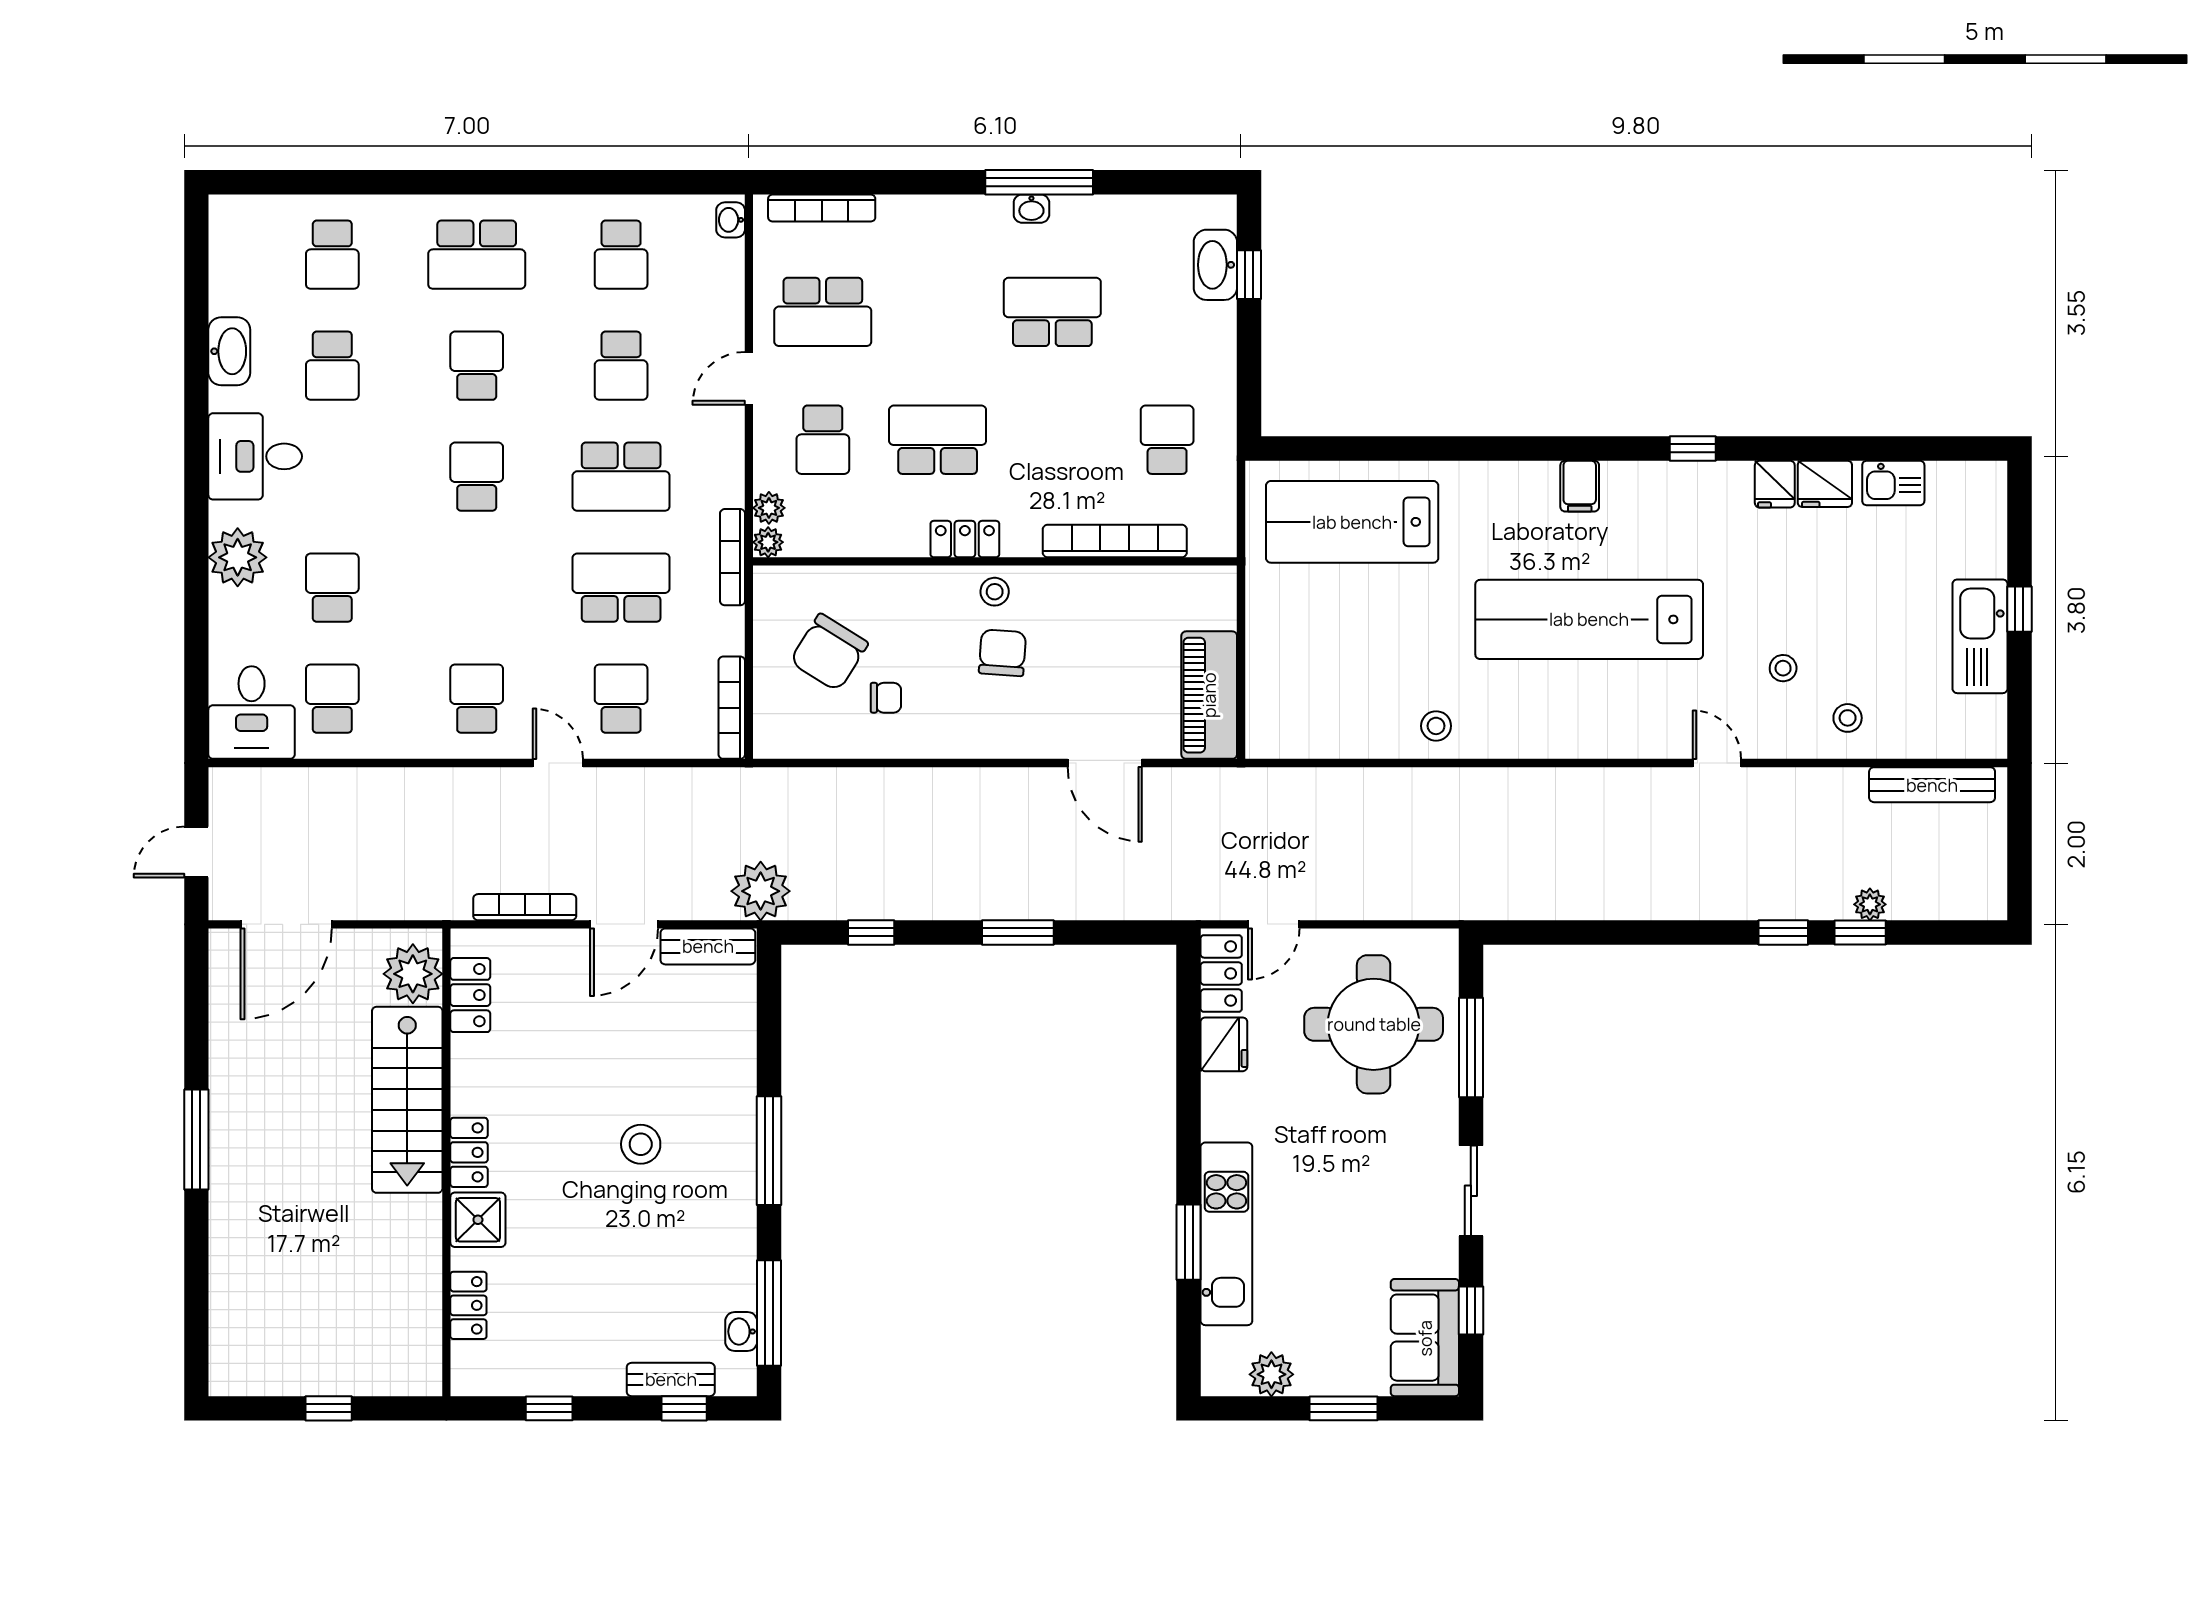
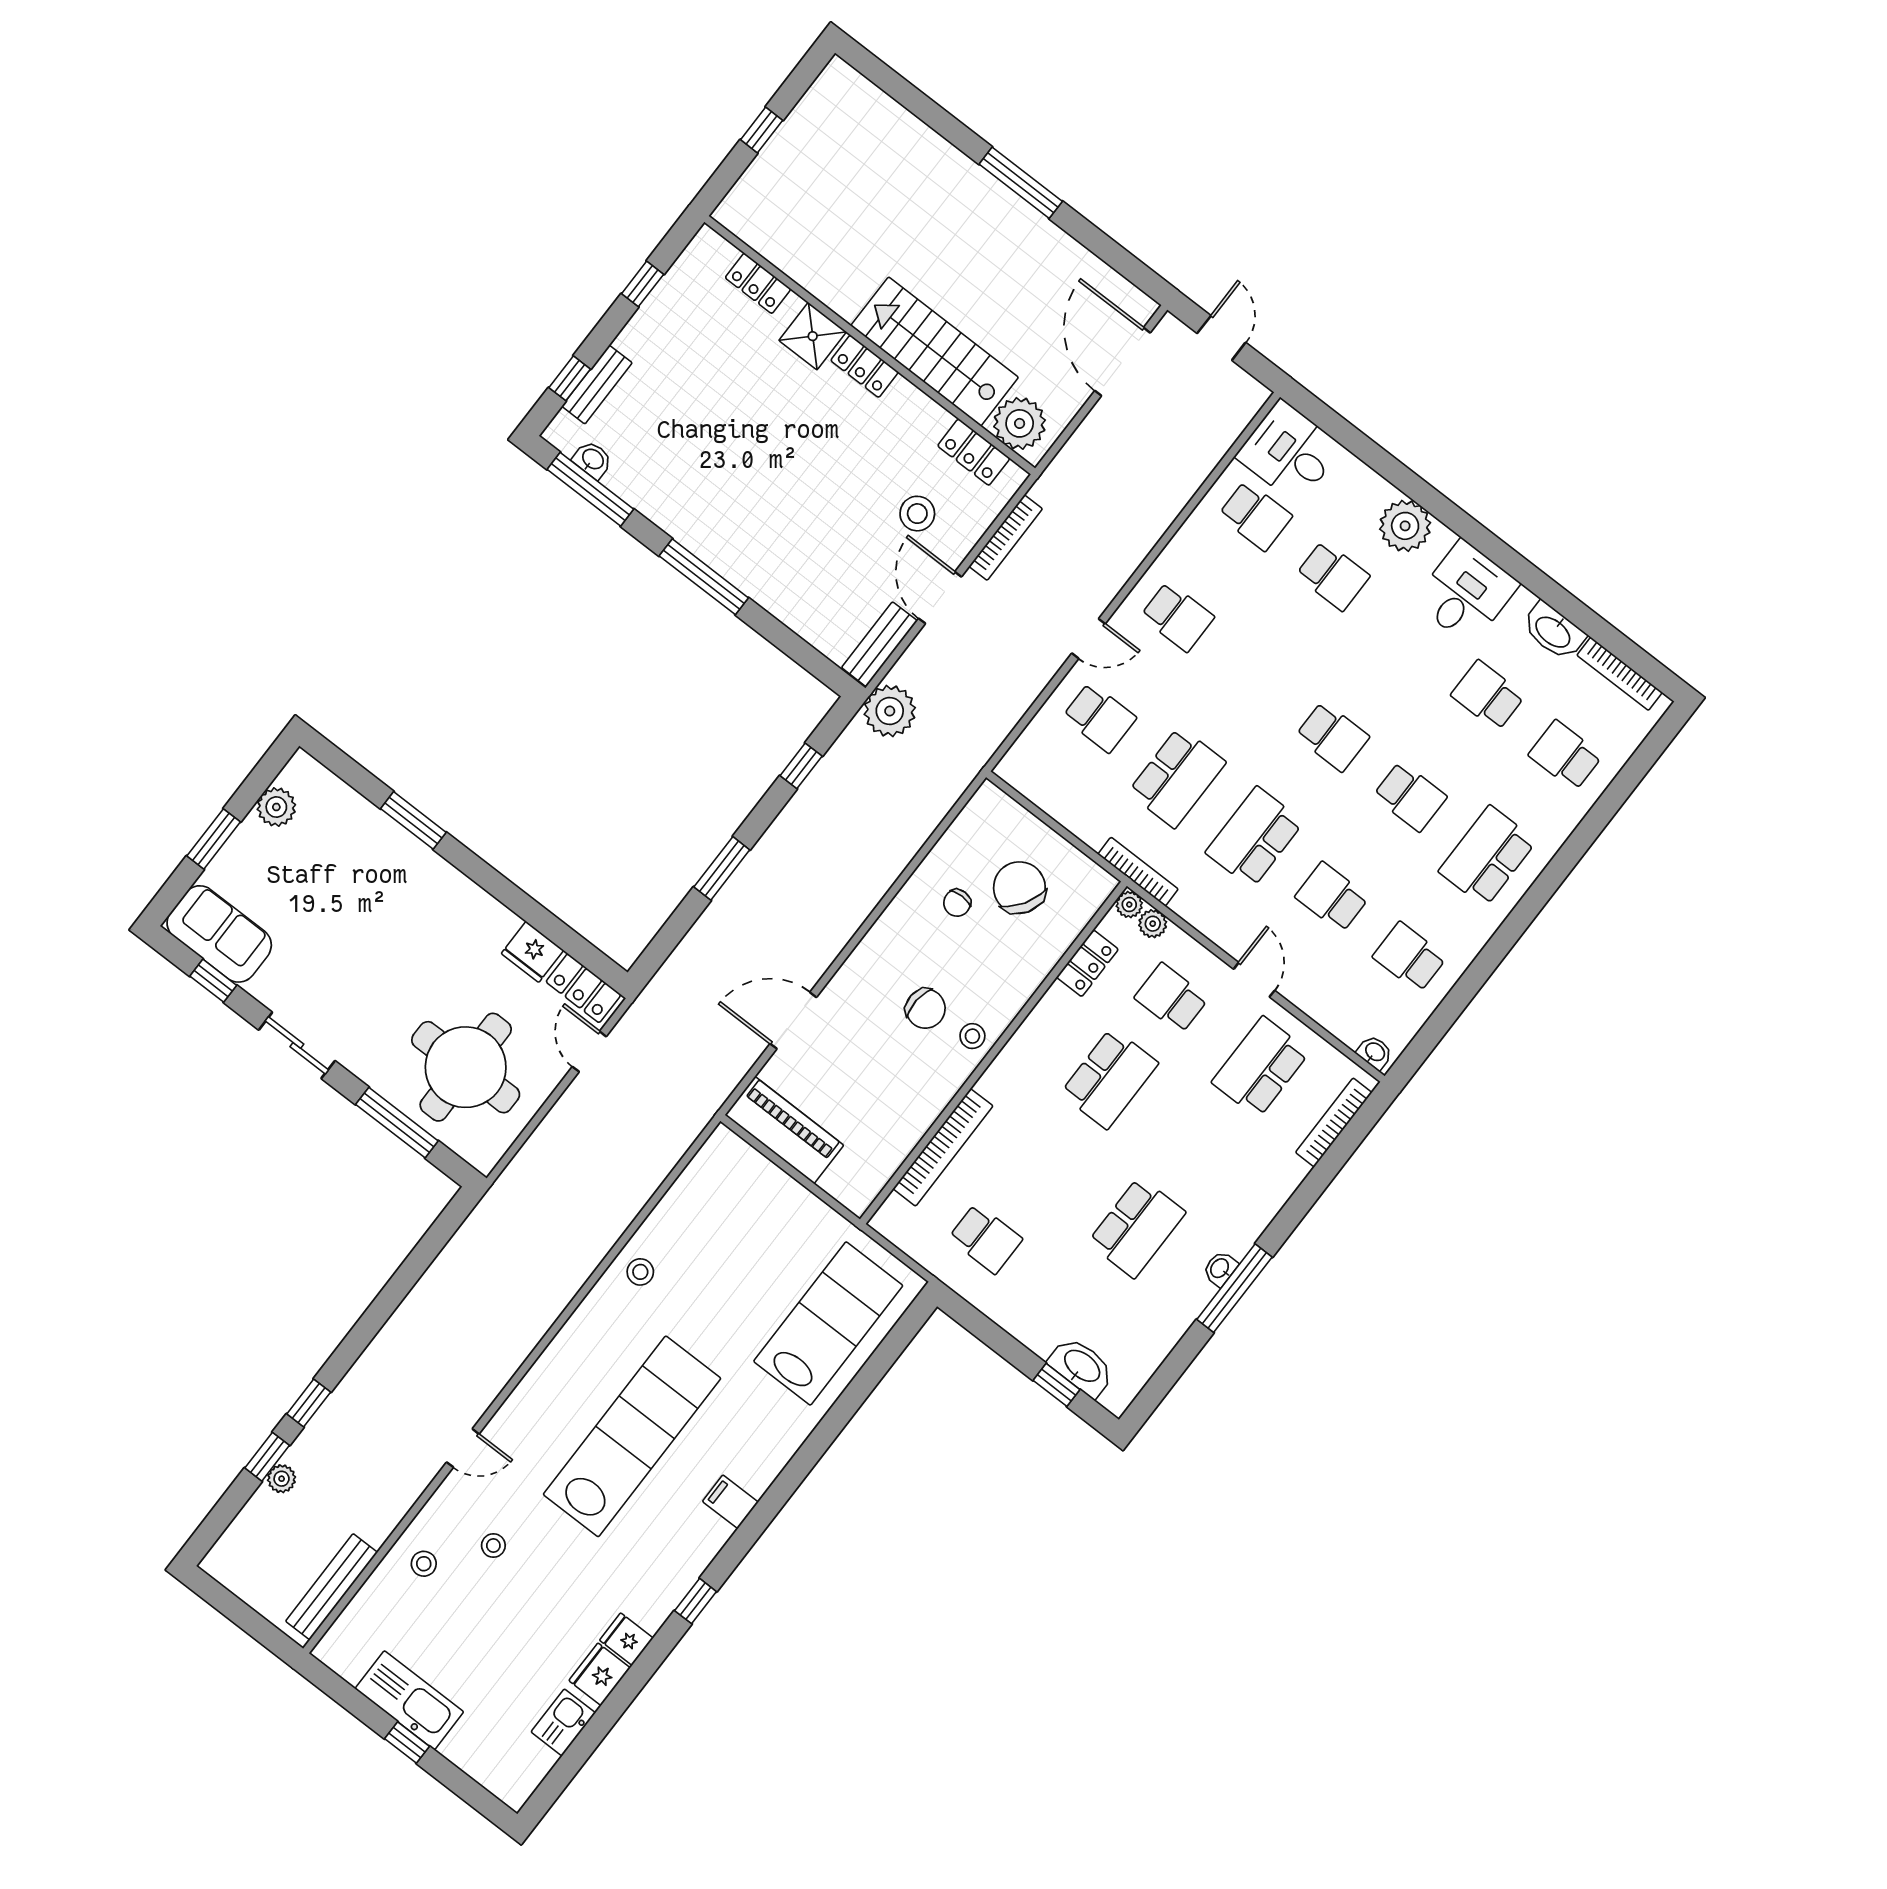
locker: (965, 539) -> (1087, 963), moved
bookcase: (732, 708) -> (1620, 674), moved, turned 180
stool: (641, 1144) -> (917, 514), moved
kitchen unit: (1226, 1234) -> (399, 851), removed

